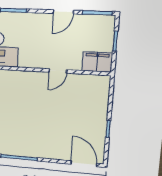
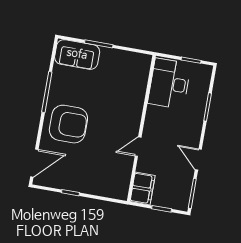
door: (58, 71) -> (138, 147), hinge flipped
armchair: (45, 136) -> (68, 124), added

